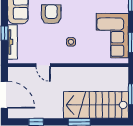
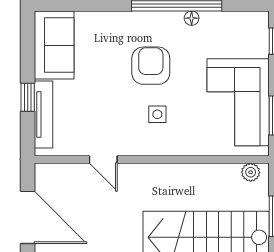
armchair: (51, 14) -> (151, 66), moved
plant: (119, 72) -> (251, 172), added

